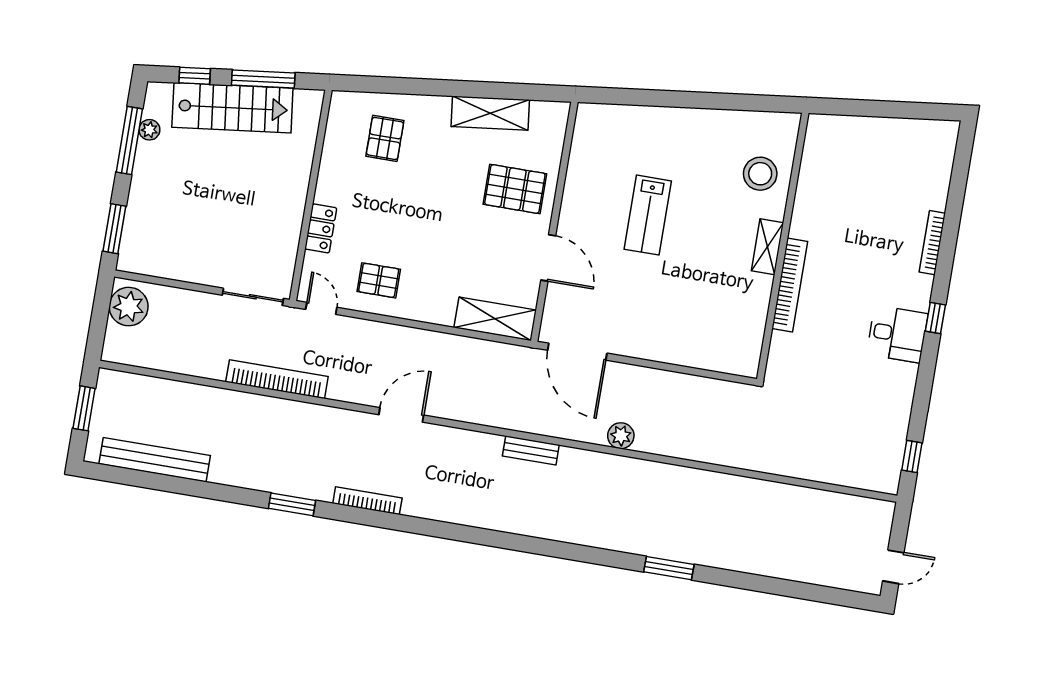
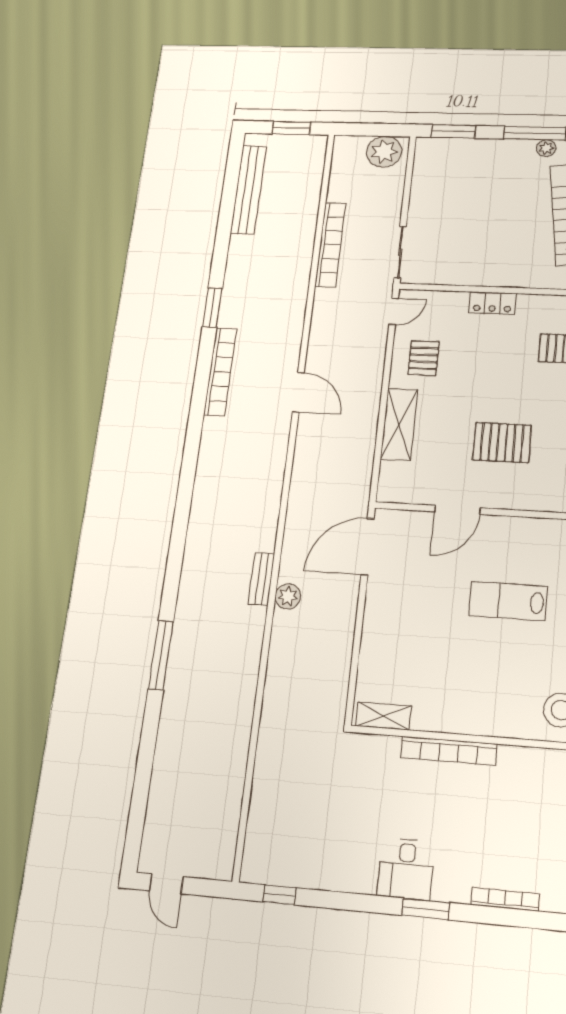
pallet: (515, 189) -> (502, 443), moved, turned 90
locker: (321, 228) -> (493, 303), moved
shelving: (767, 247) -> (383, 716), moved
window: (935, 318) -> (426, 909), width x1.50
shelving: (495, 319) -> (399, 424), moved
bookcase: (277, 379) -> (330, 245), moved
bench: (531, 450) -> (261, 579), moved
bookcase: (367, 501) -> (220, 372), width x1.48, depth x1.31
window: (669, 568) -> (161, 655), width x1.44

